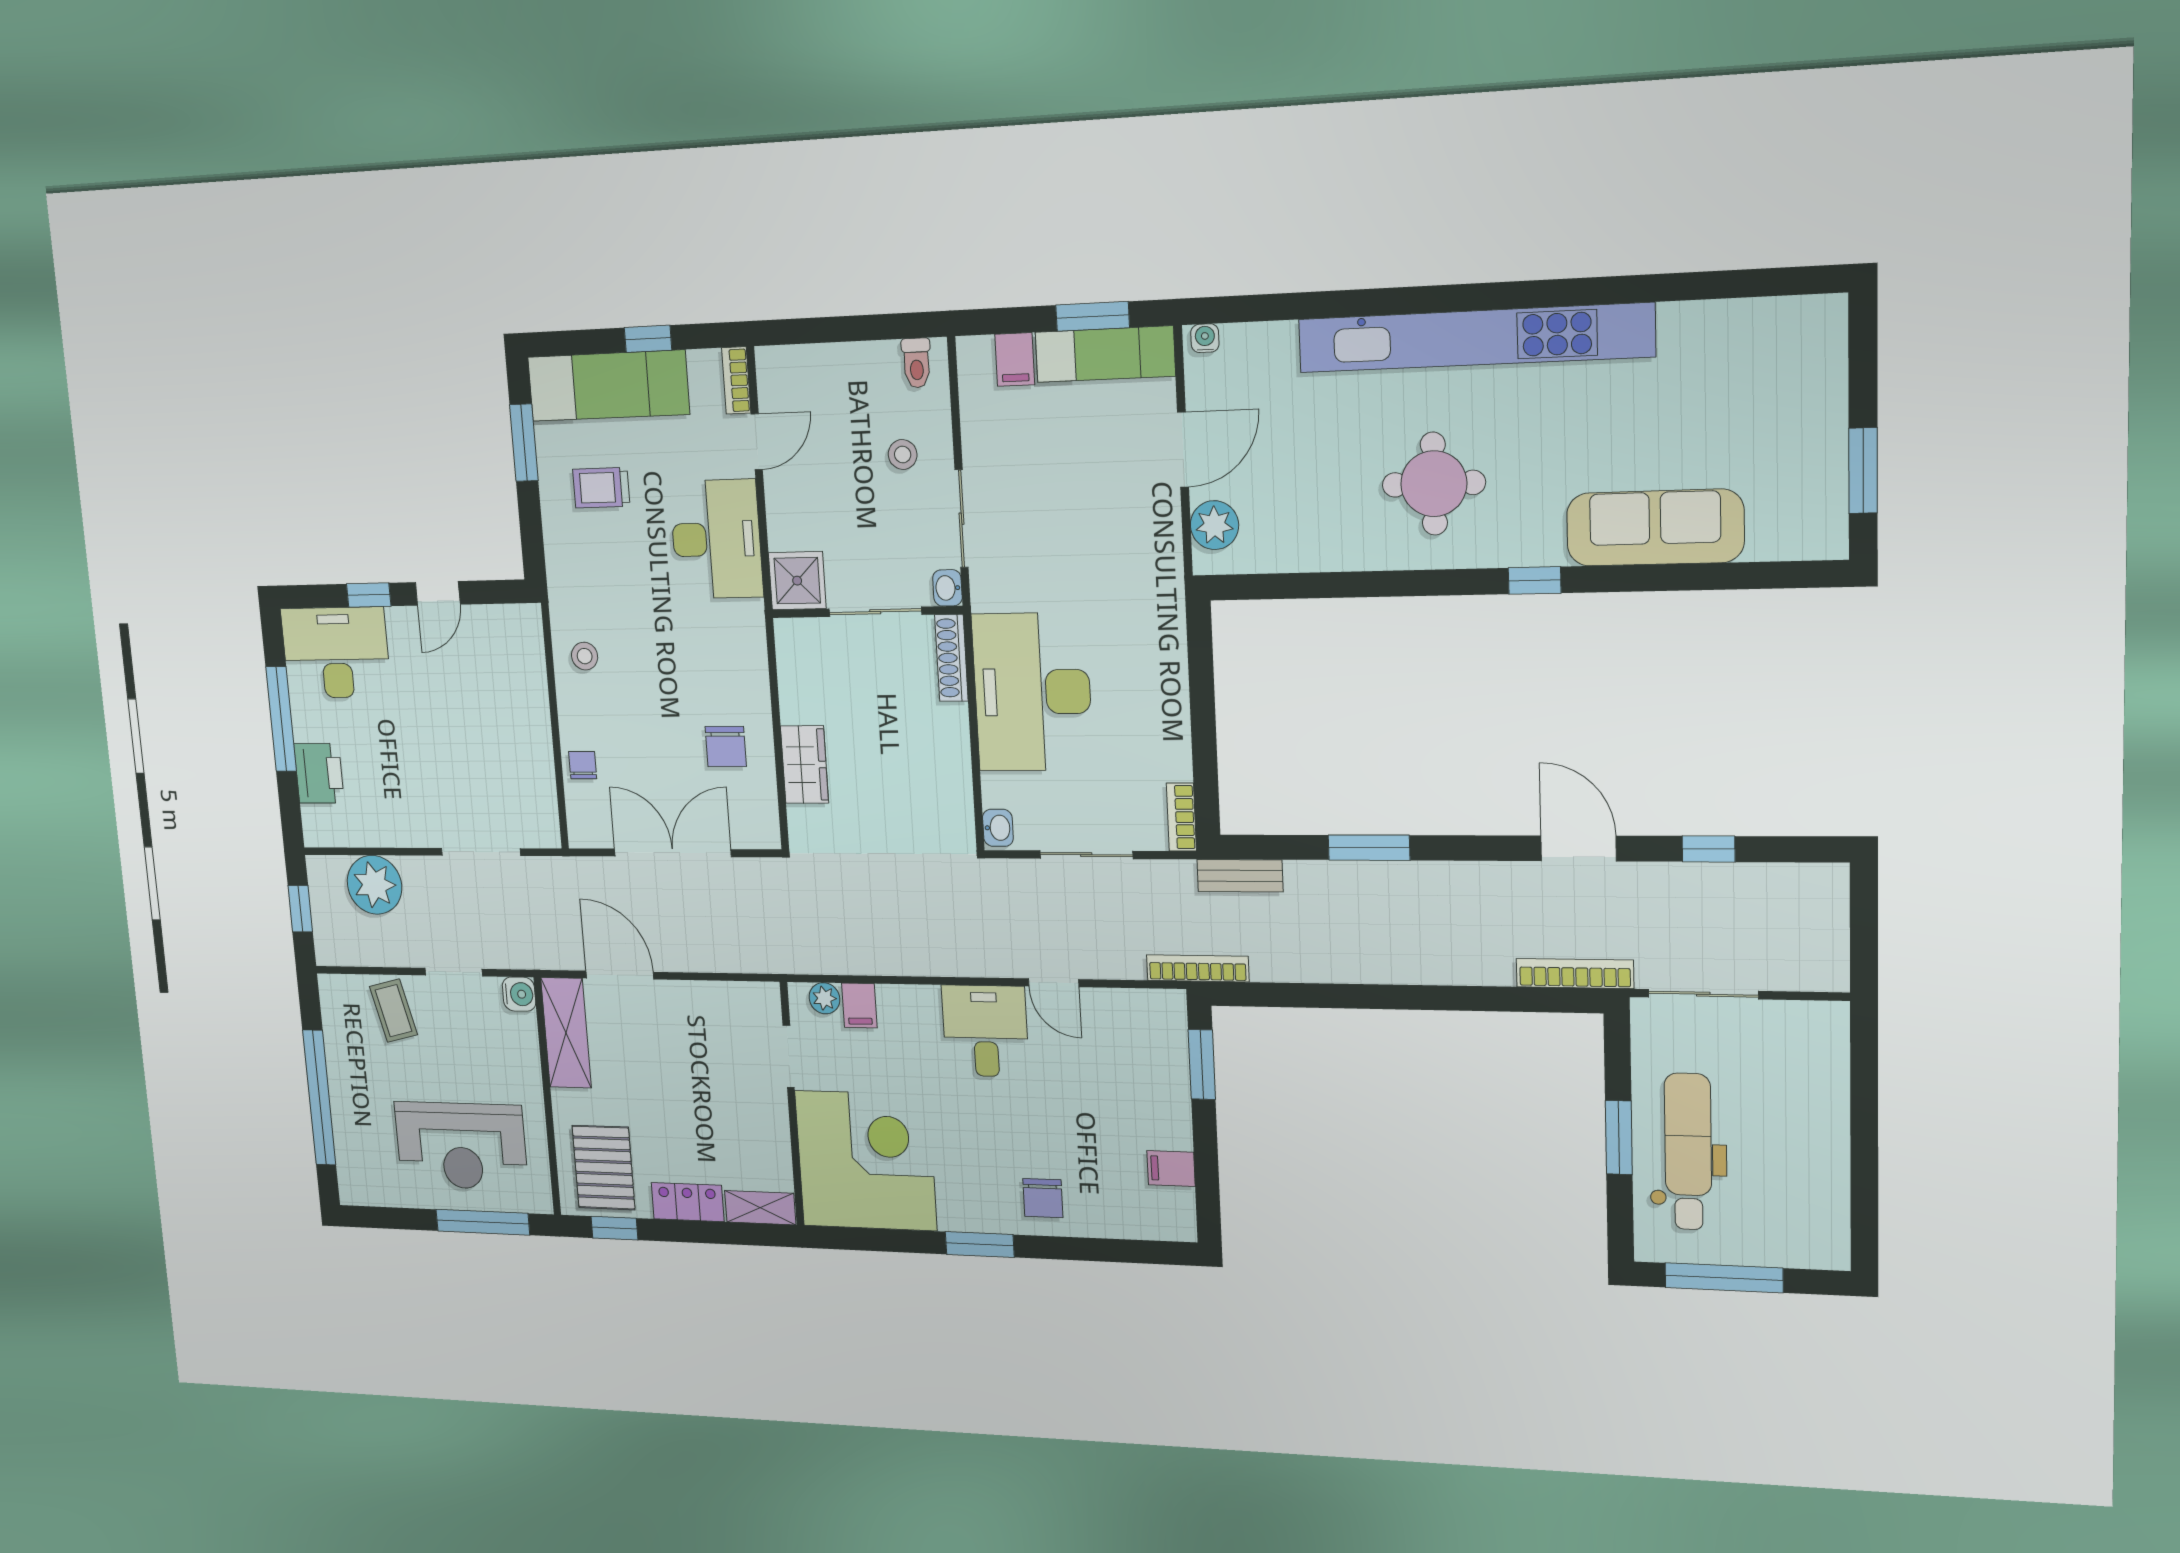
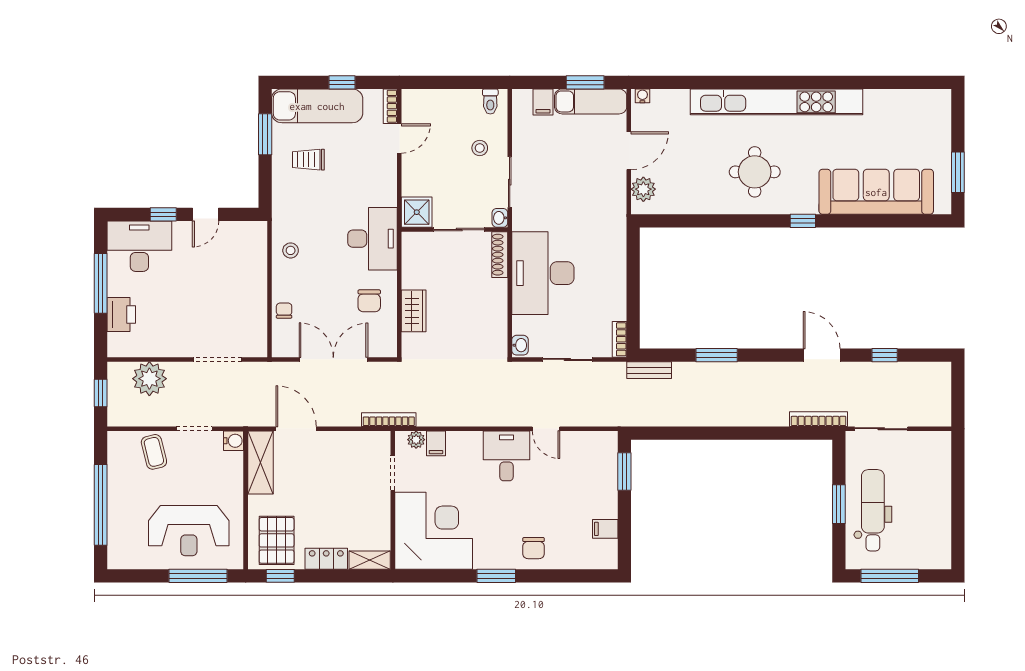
sofa: (1655, 528) -> (876, 192), width x1.36, depth x1.27
desk: (716, 539) -> (372, 239), moved
bookcase: (1198, 968) -> (389, 420), moved

